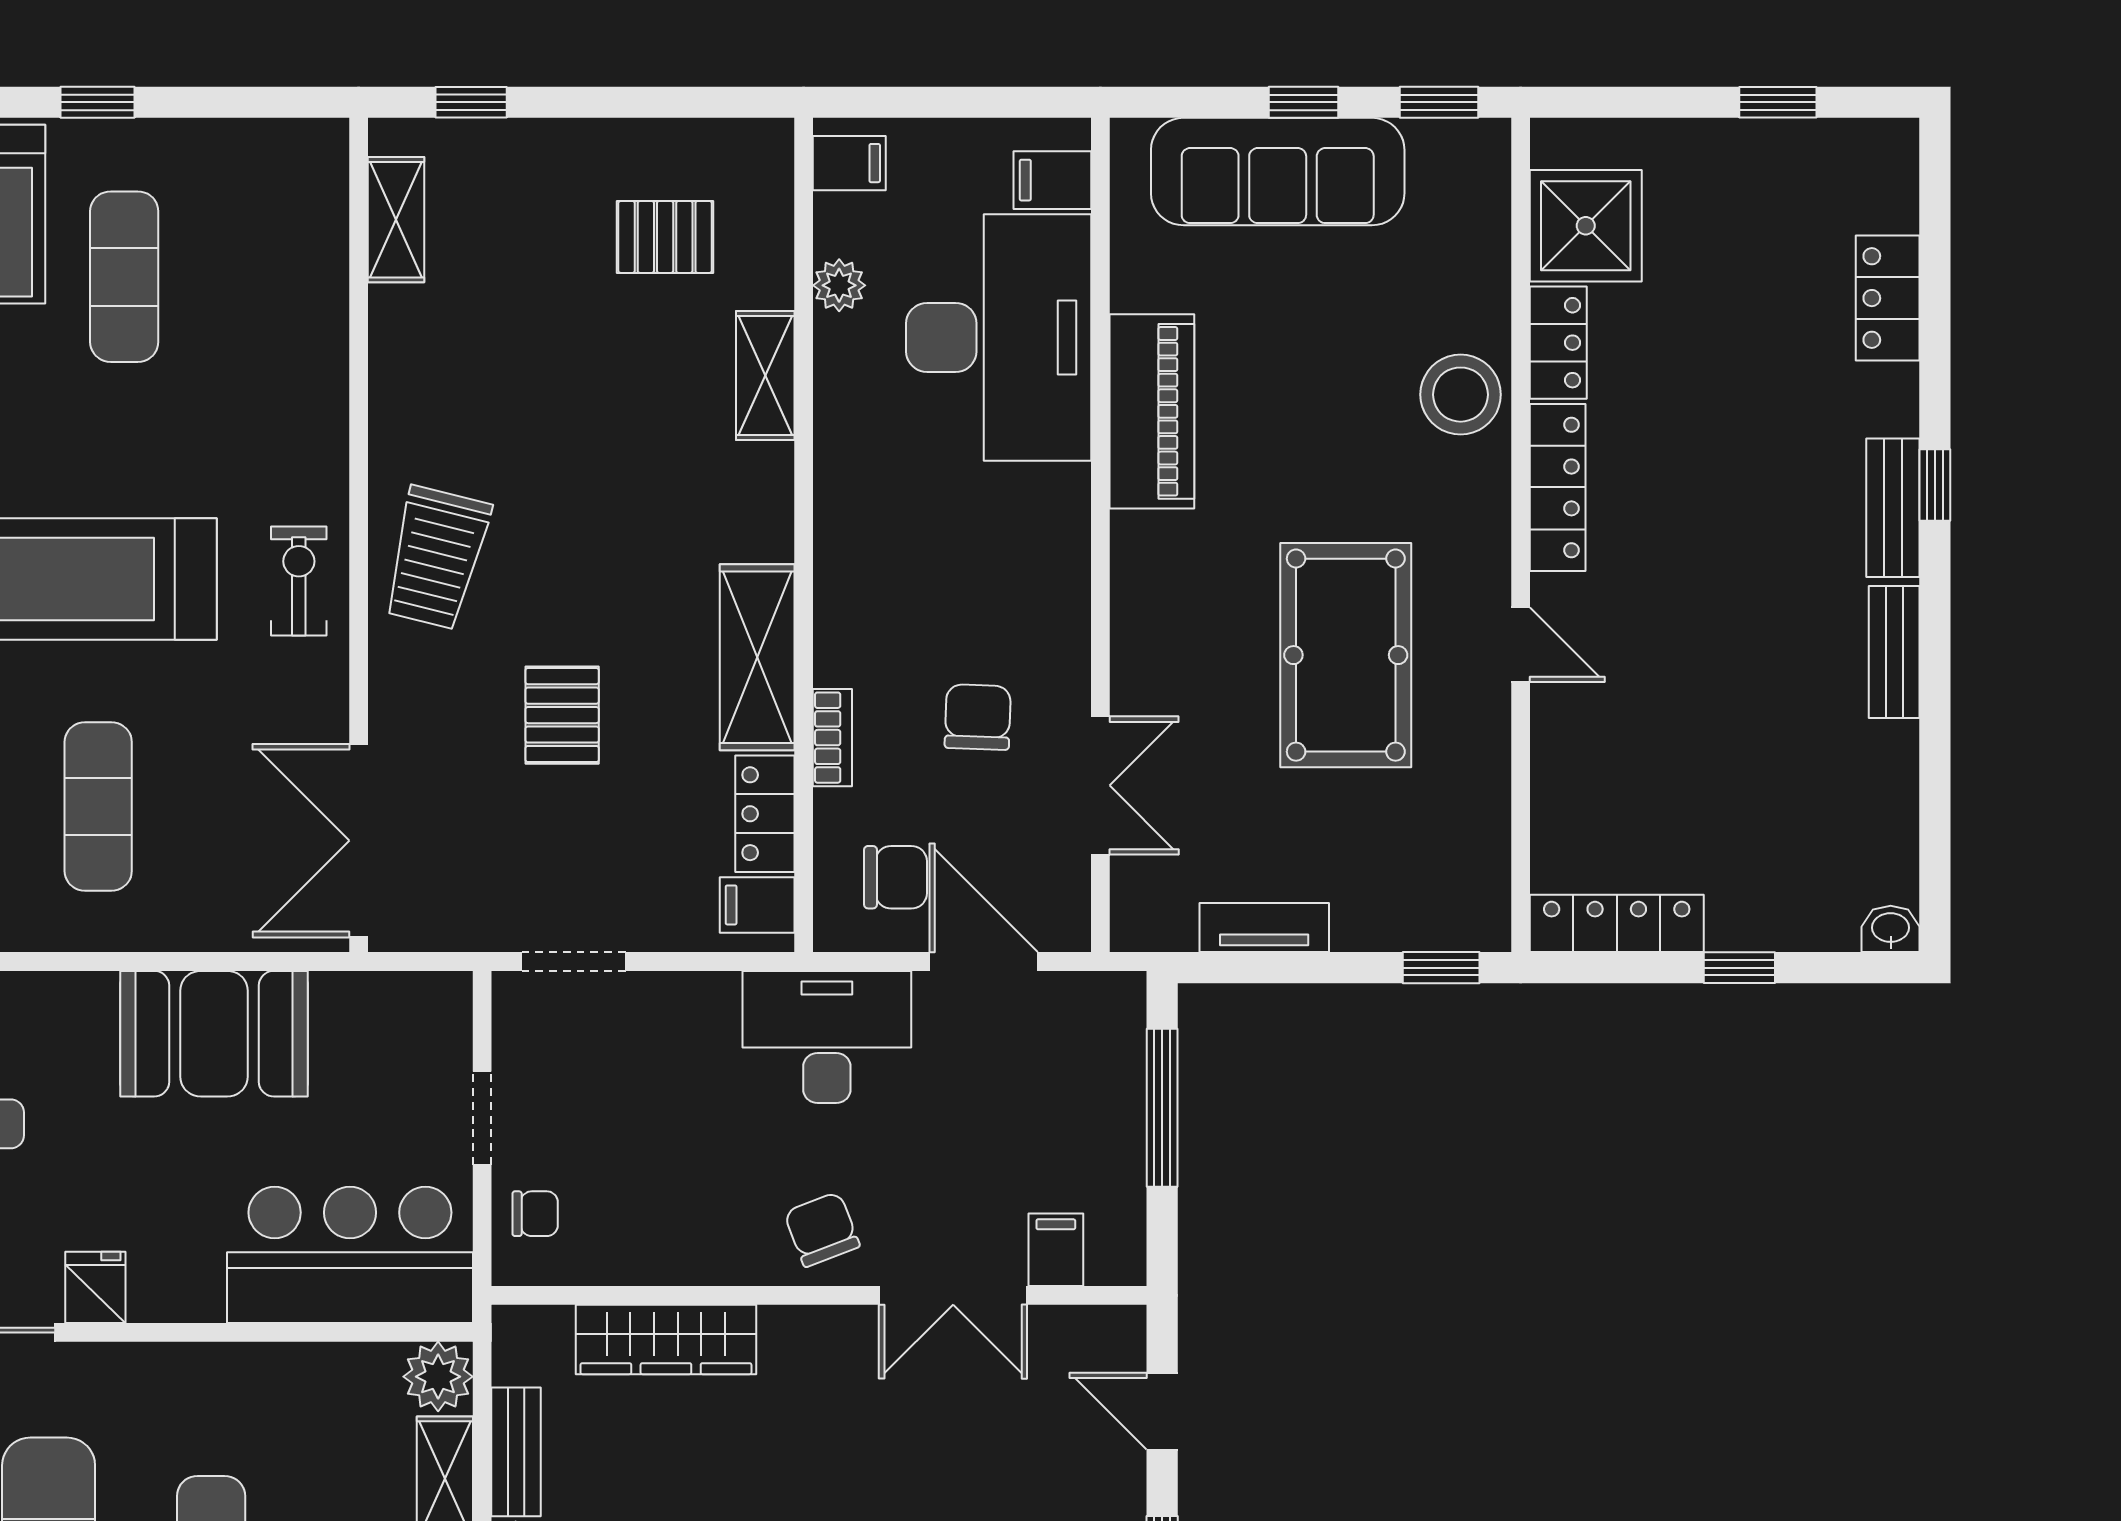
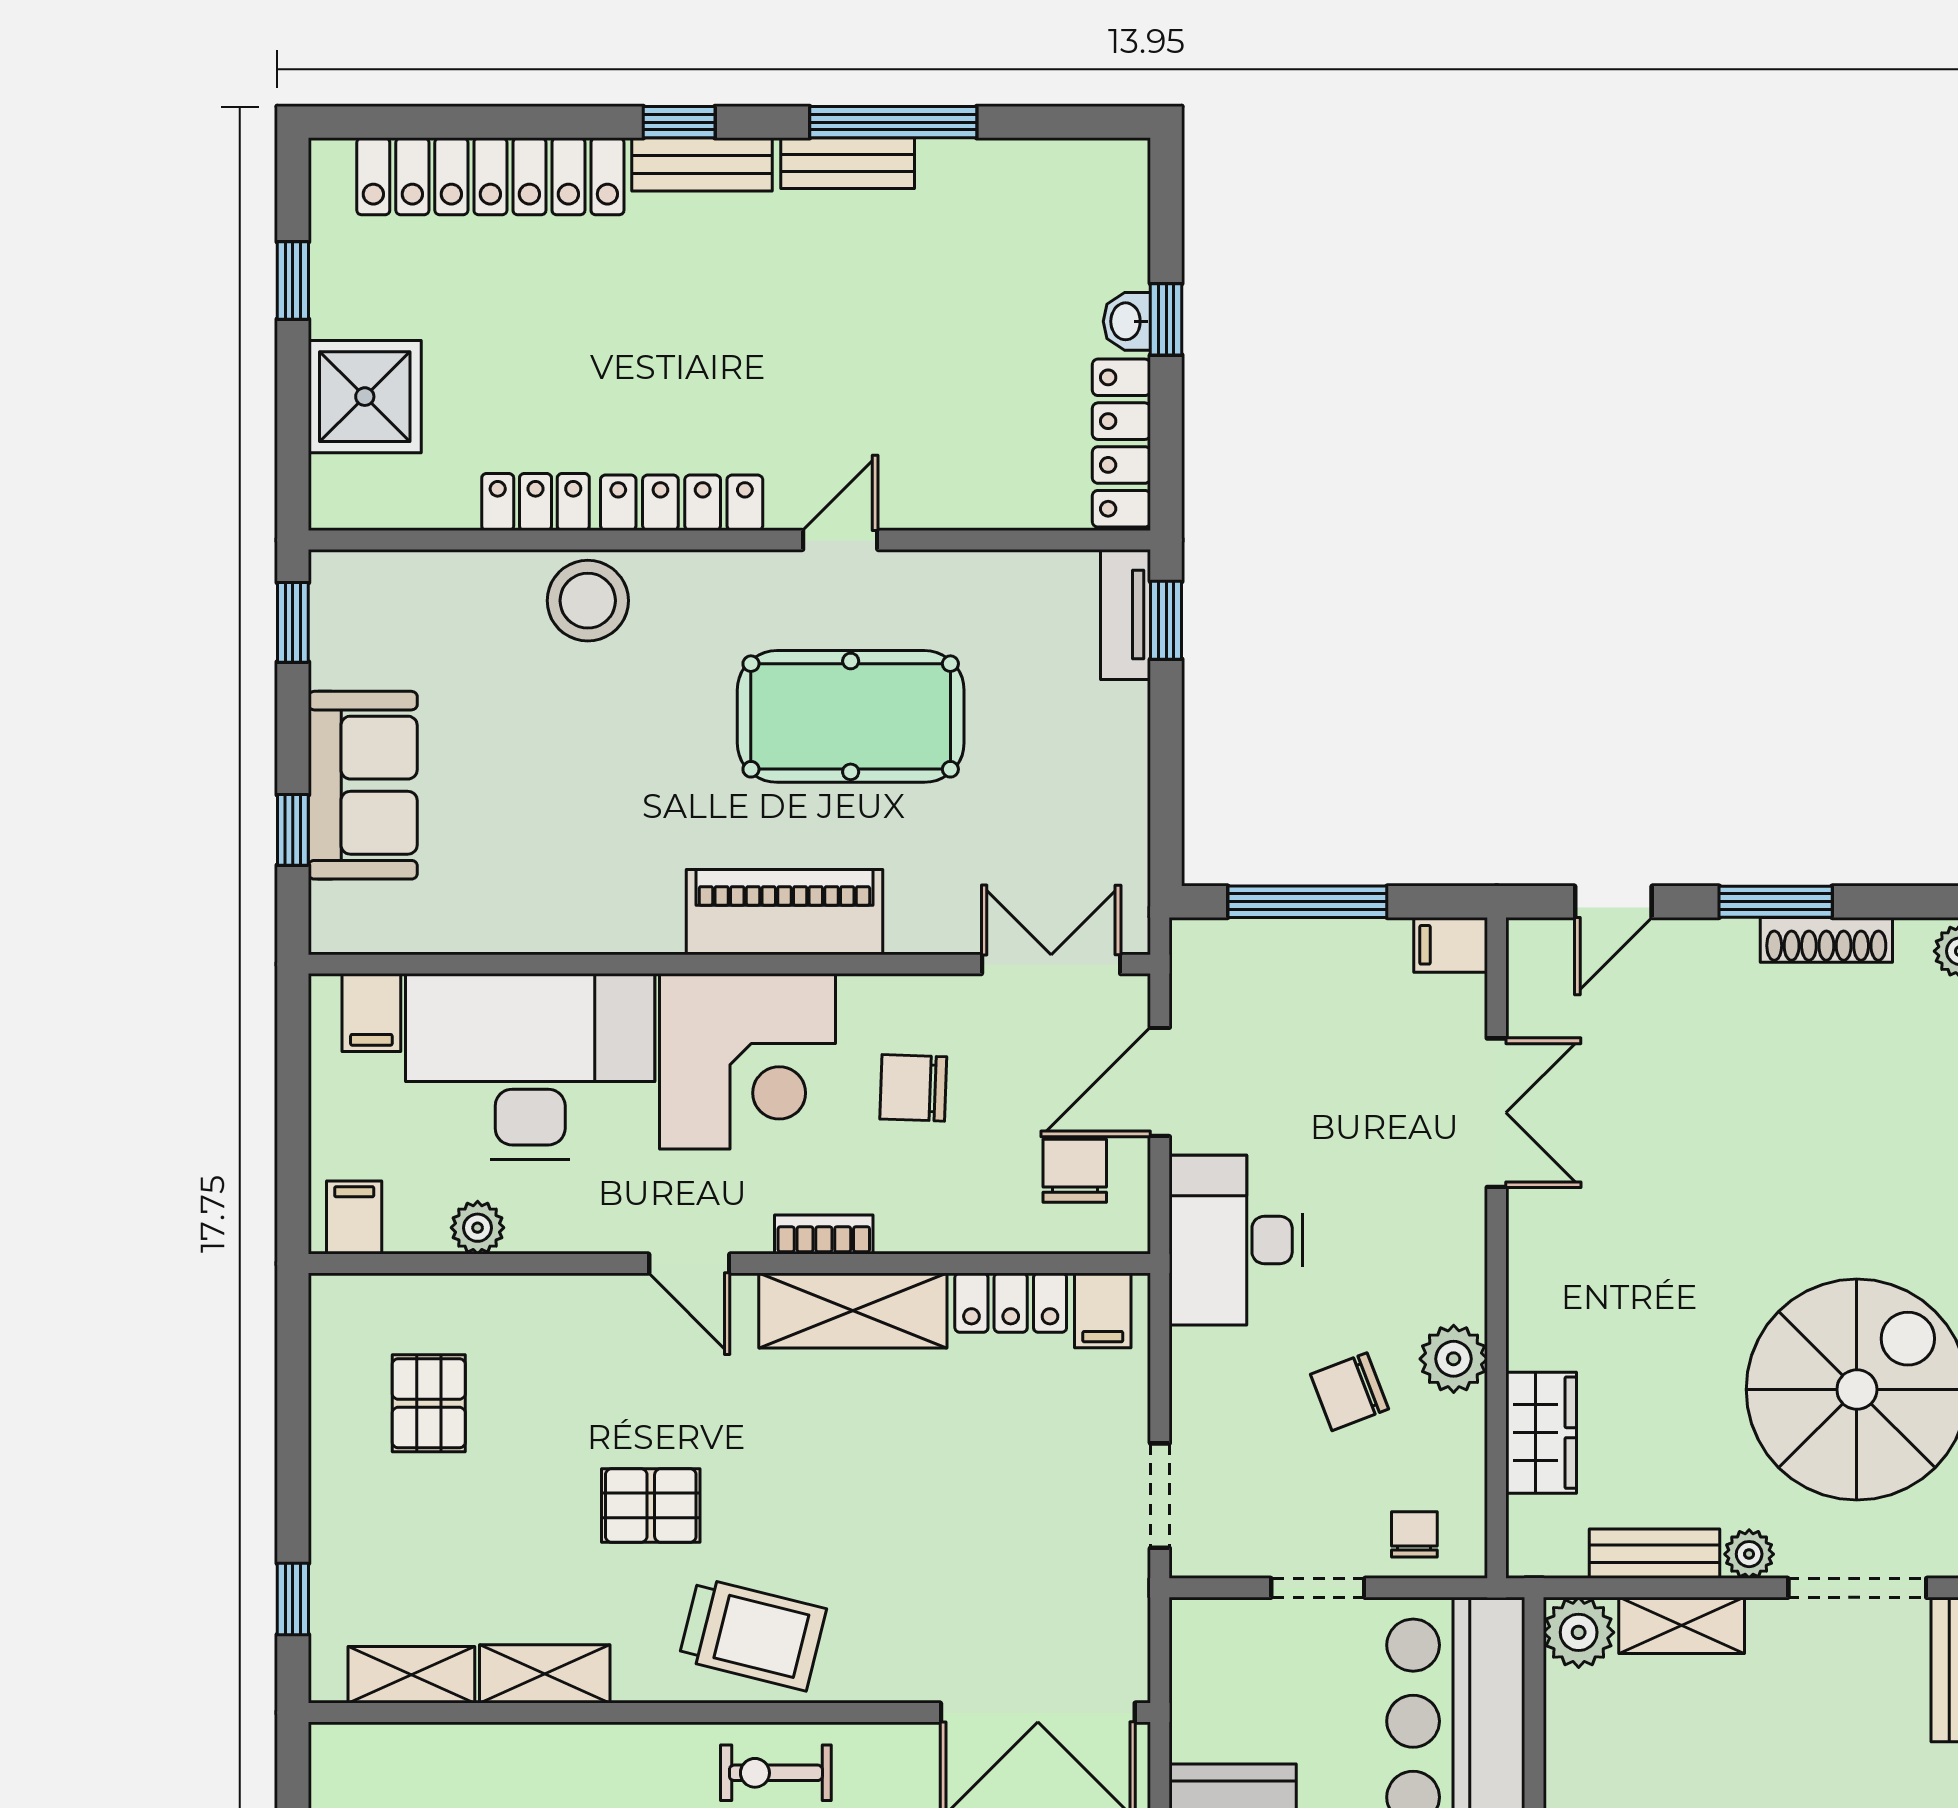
window: (1303, 102) -> (293, 830), moved
sofa: (1278, 172) -> (363, 785), width x0.73
shower: (1586, 226) -> (365, 397), moved
locker: (1888, 298) -> (490, 176), width x2.16, depth x1.21
shelving: (765, 376) -> (545, 1674), moved
piano: (1152, 411) -> (784, 912), moved
door: (804, 495) -> (689, 1264), added
corner desk: (1004, 553) -> (748, 1061), added
window: (1935, 697) -> (893, 122), added
pallet: (562, 715) -> (651, 1505), moved
bookcase: (832, 738) -> (824, 1235), moved
double door: (1100, 785) -> (1051, 964), moved
tv unit: (1264, 928) -> (1126, 615), moved
washbasin: (1891, 929) -> (1127, 321), moved
chair: (822, 1229) -> (1350, 1392), moved
filing cabinet: (1056, 1250) -> (1451, 945), moved
plant: (709, 1253) -> (1454, 1359), added
wardrobe: (666, 1339) -> (1541, 1433), width x0.67

